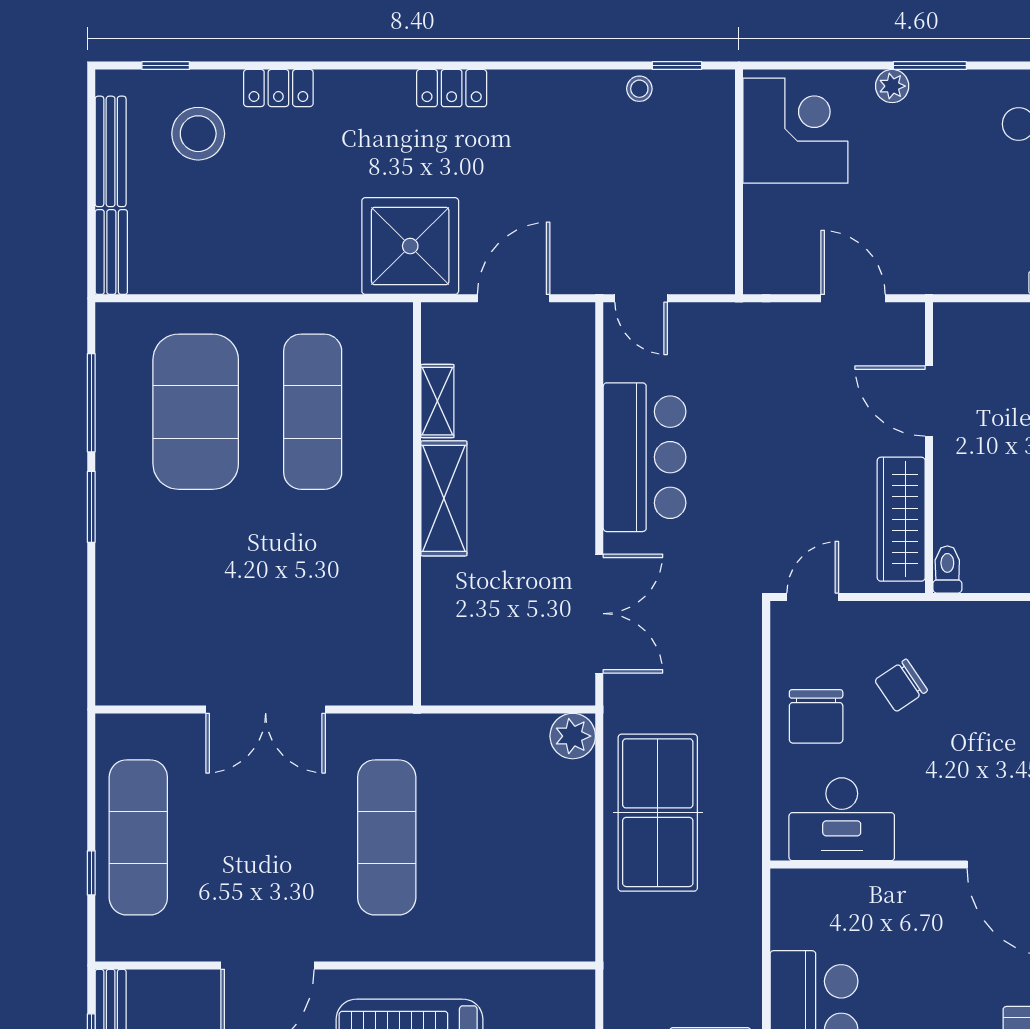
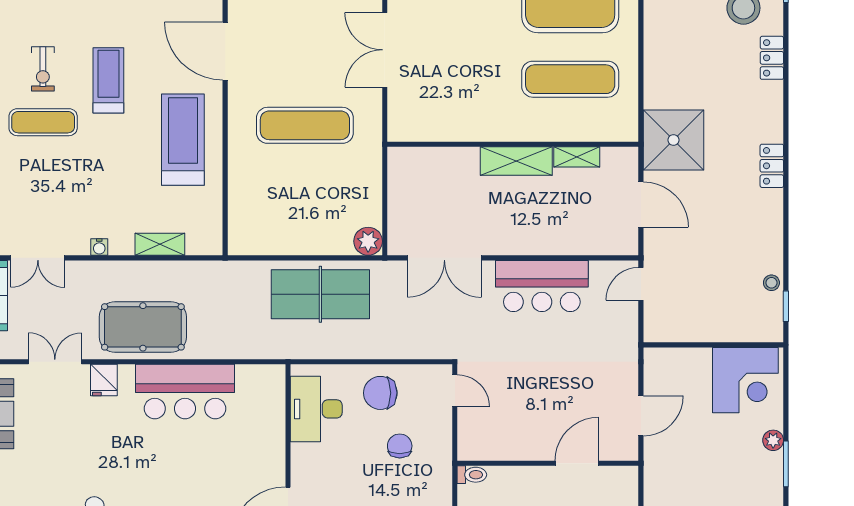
wardrobe: (901, 519) -> (503, 446), removed
chair: (901, 685) -> (400, 446), turned 34

